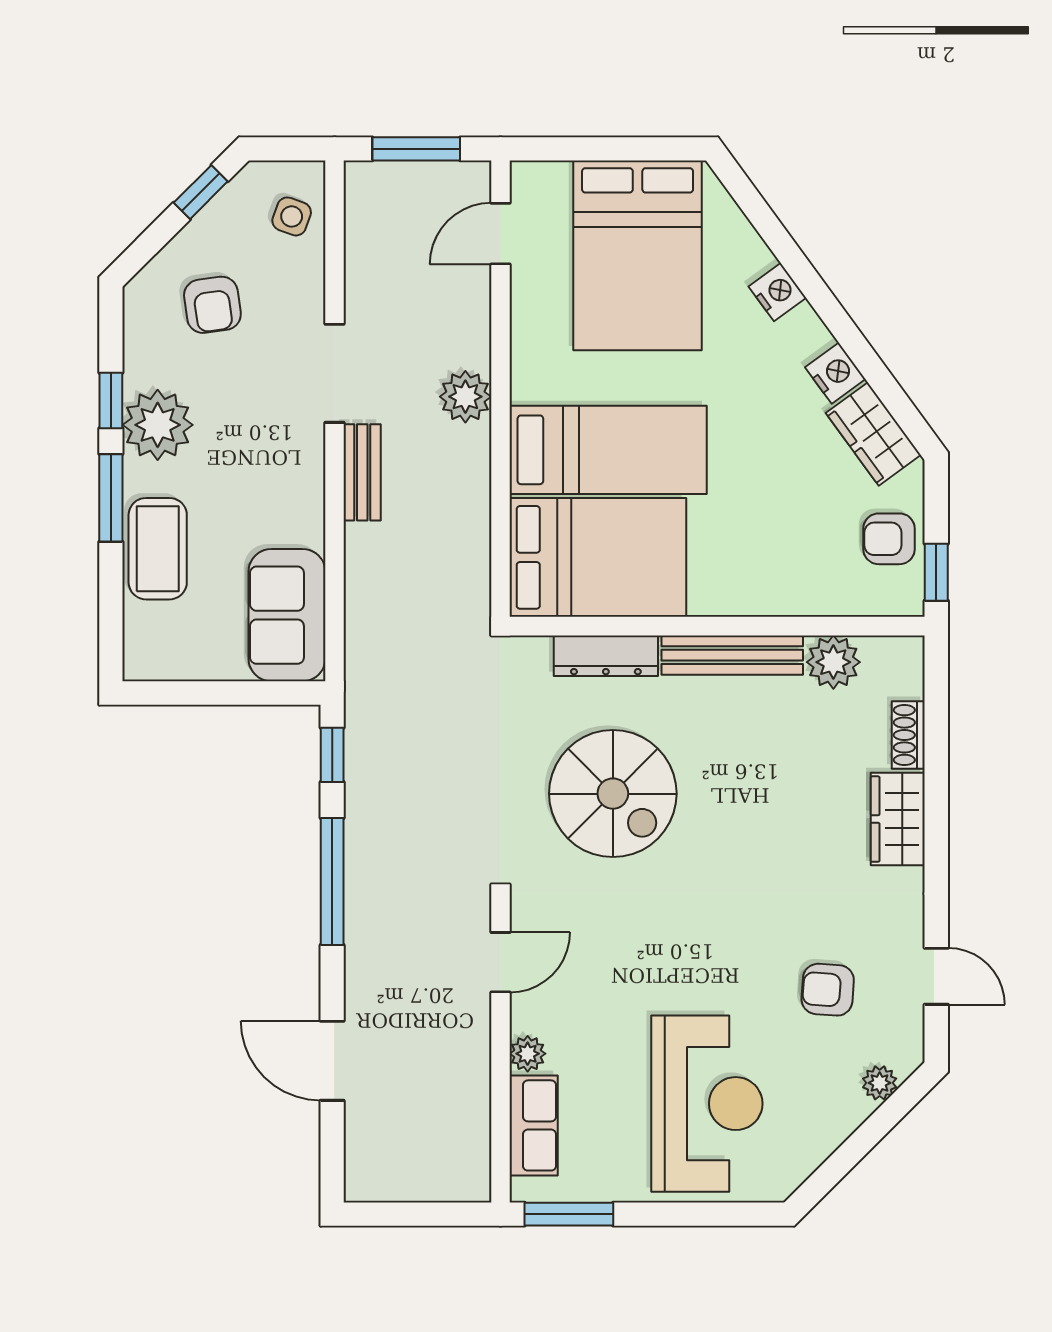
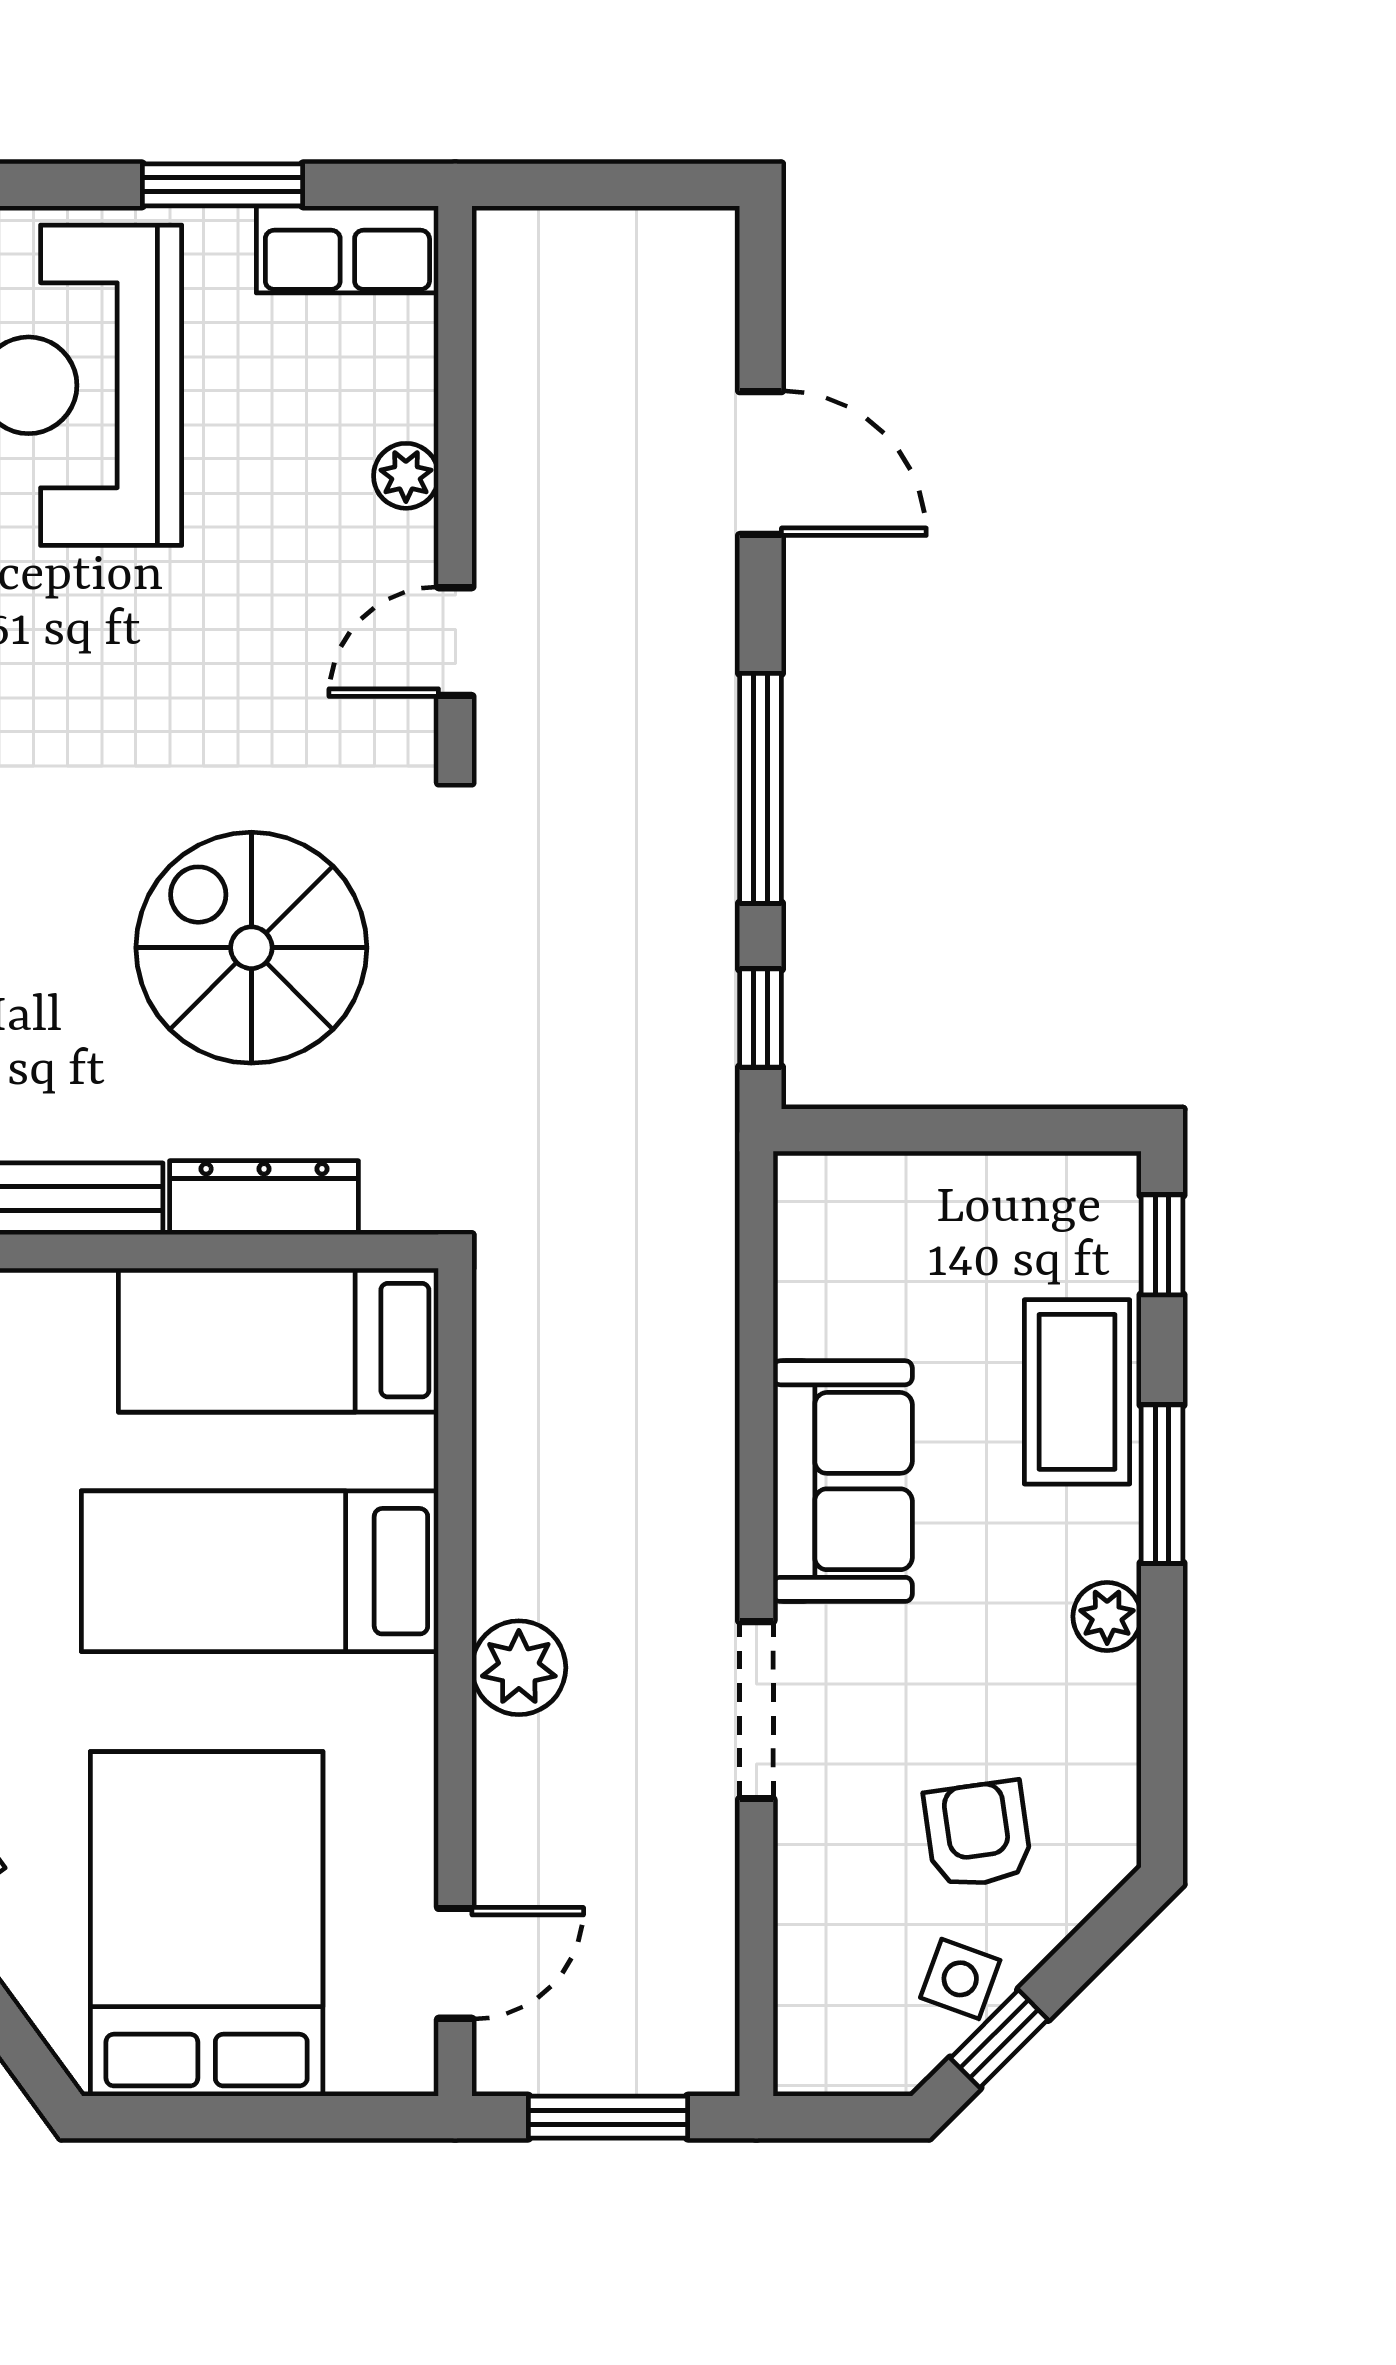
side table: (292, 216) -> (960, 1979), moved
window: (111, 401) -> (1162, 1245), moved
plant: (158, 425) -> (1107, 1616), width x0.53, depth x0.53
bench: (362, 472) -> (706, 1530), removed
bed: (598, 557) -> (278, 1340), width x0.67
sofa: (287, 615) -> (843, 1481), moved
row of seats: (534, 1125) -> (347, 249), moved, turned -90
window: (569, 1214) -> (223, 185), moved

